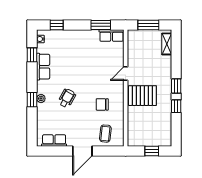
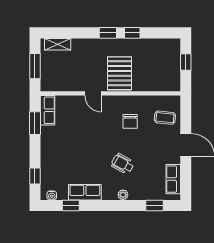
window: (32, 100) -> (154, 205), moved

